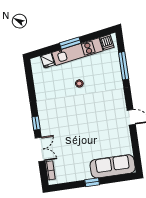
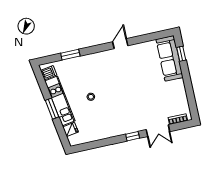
window: (124, 66) -> (70, 55), width x0.69
double door: (40, 149) -> (158, 131), swing flipped
window: (92, 182) -> (181, 54), moved

